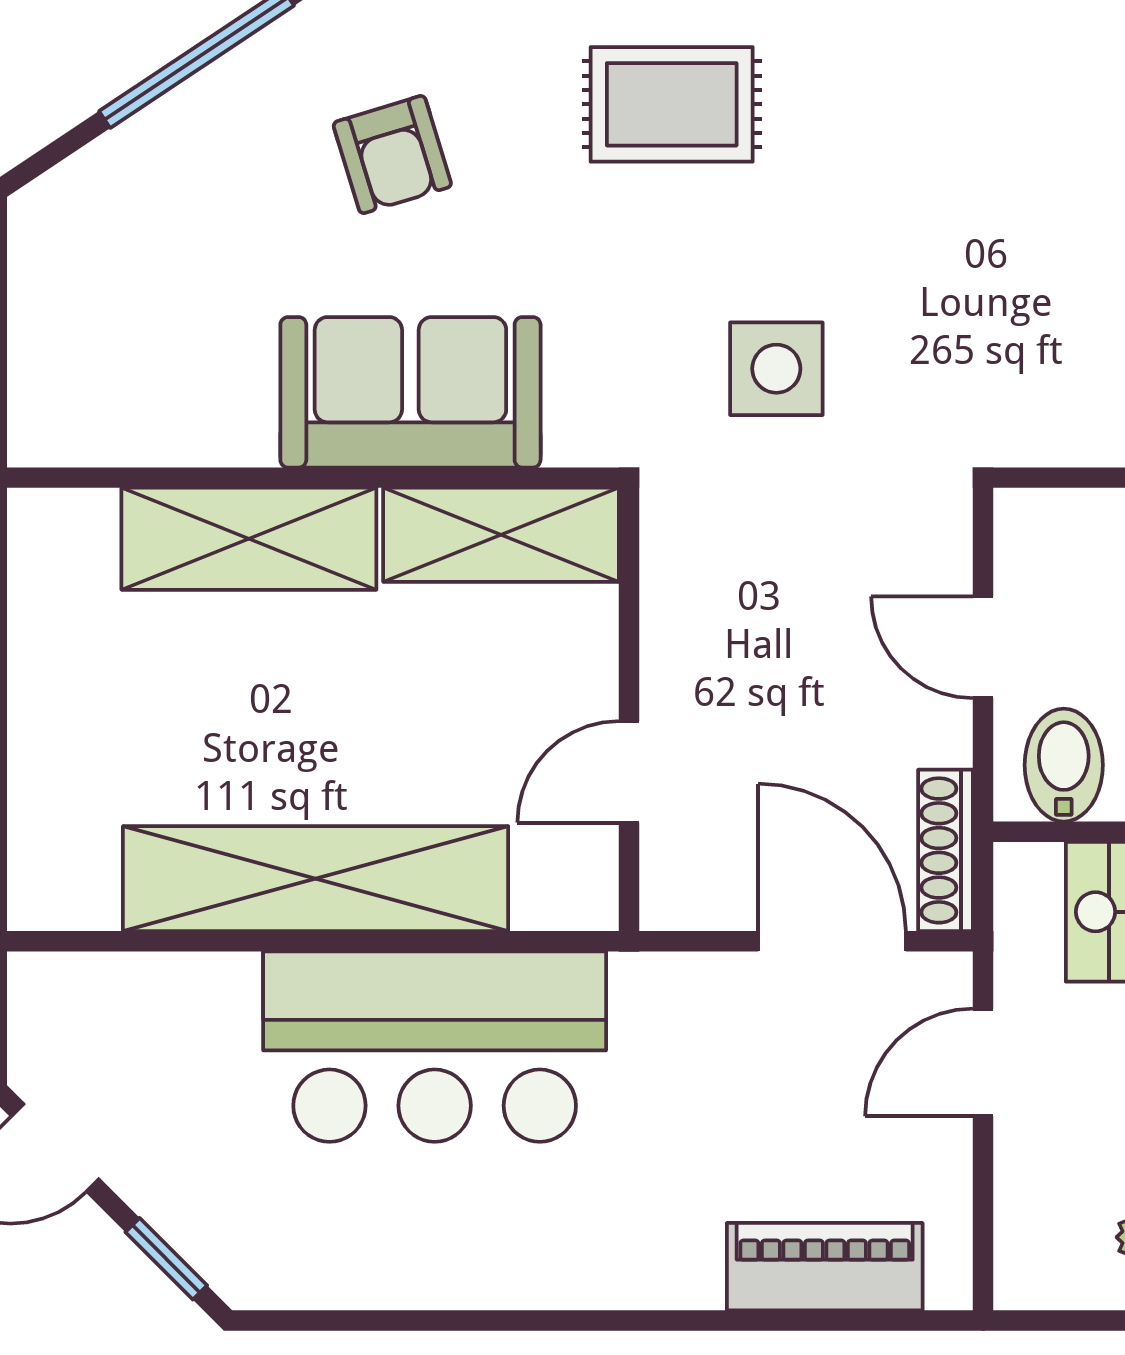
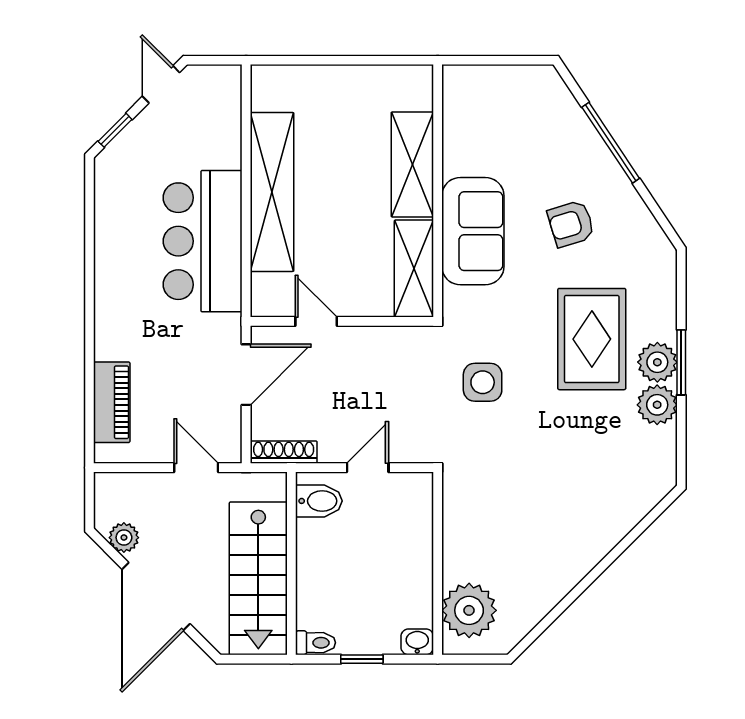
rug: (672, 104) -> (592, 339), width x1.36, depth x1.43
door: (832, 941) -> (246, 375), moved

